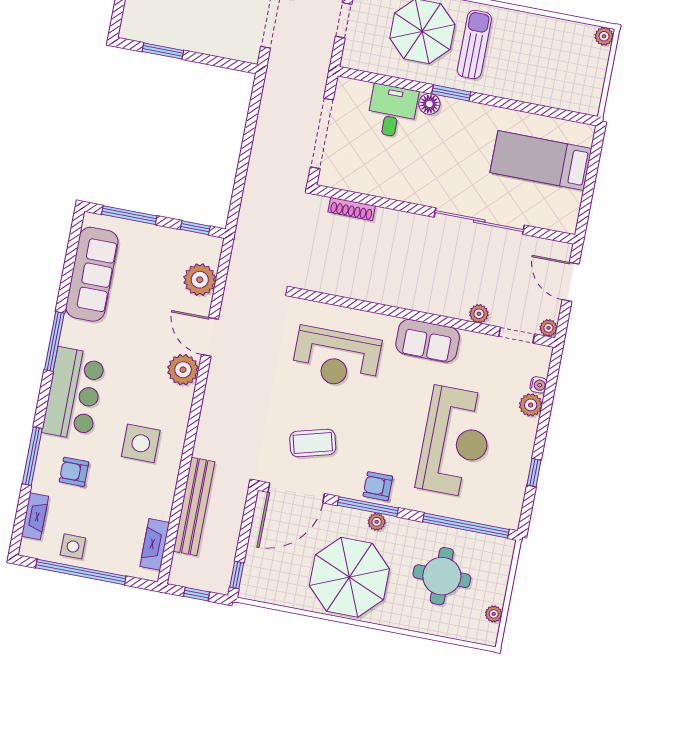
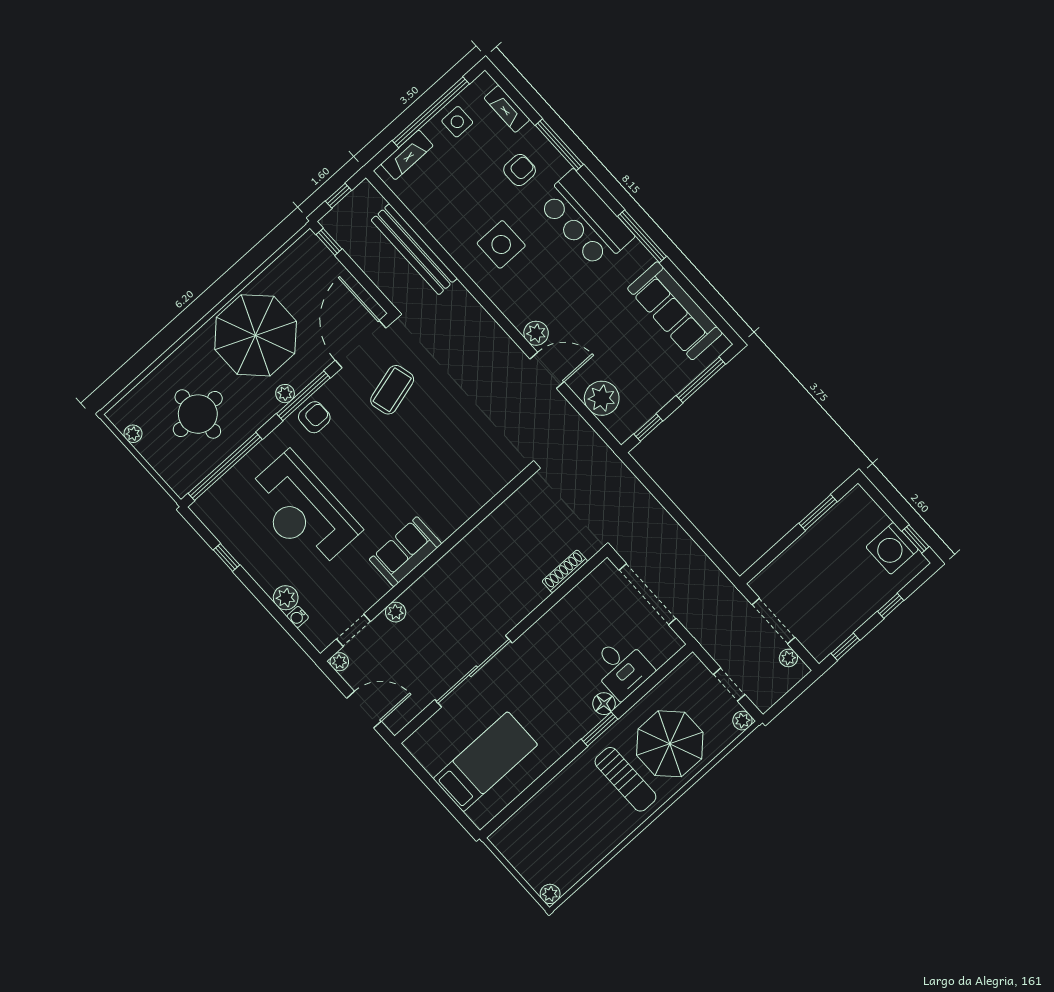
reception desk: (336, 358) -> (449, 464), removed
plant: (183, 370) -> (536, 333), width x0.73, depth x0.73
fireplace: (155, 544) -> (407, 155), moved, turned 90

